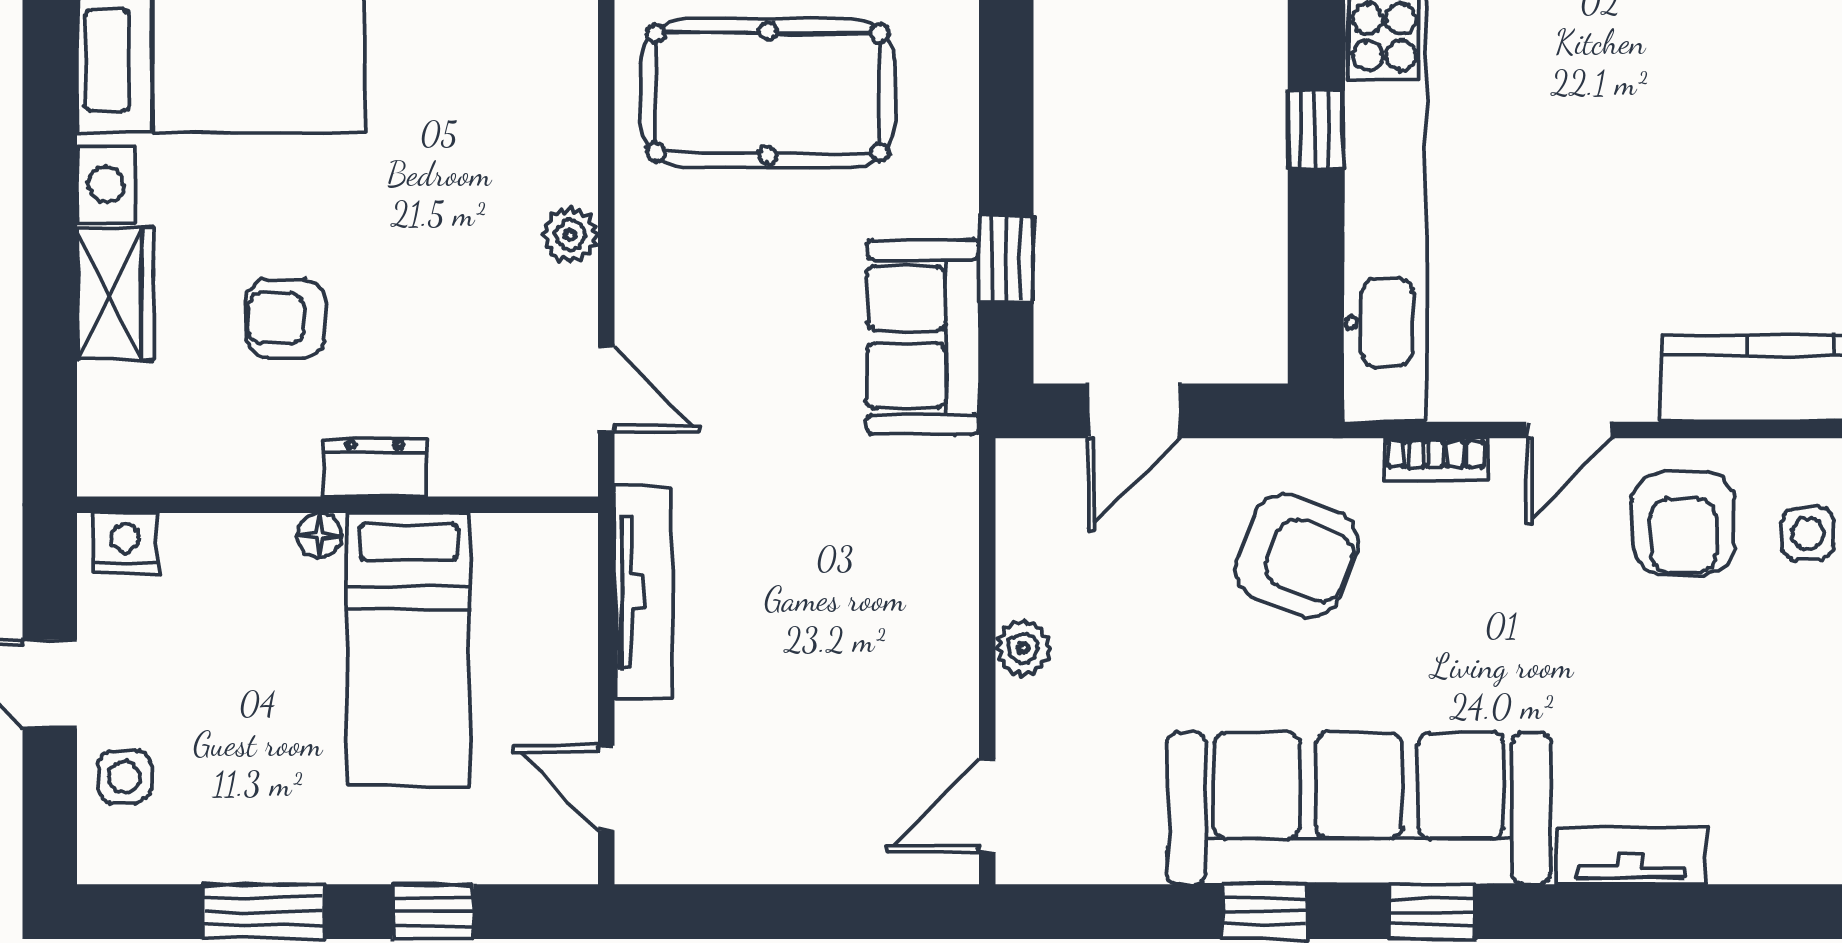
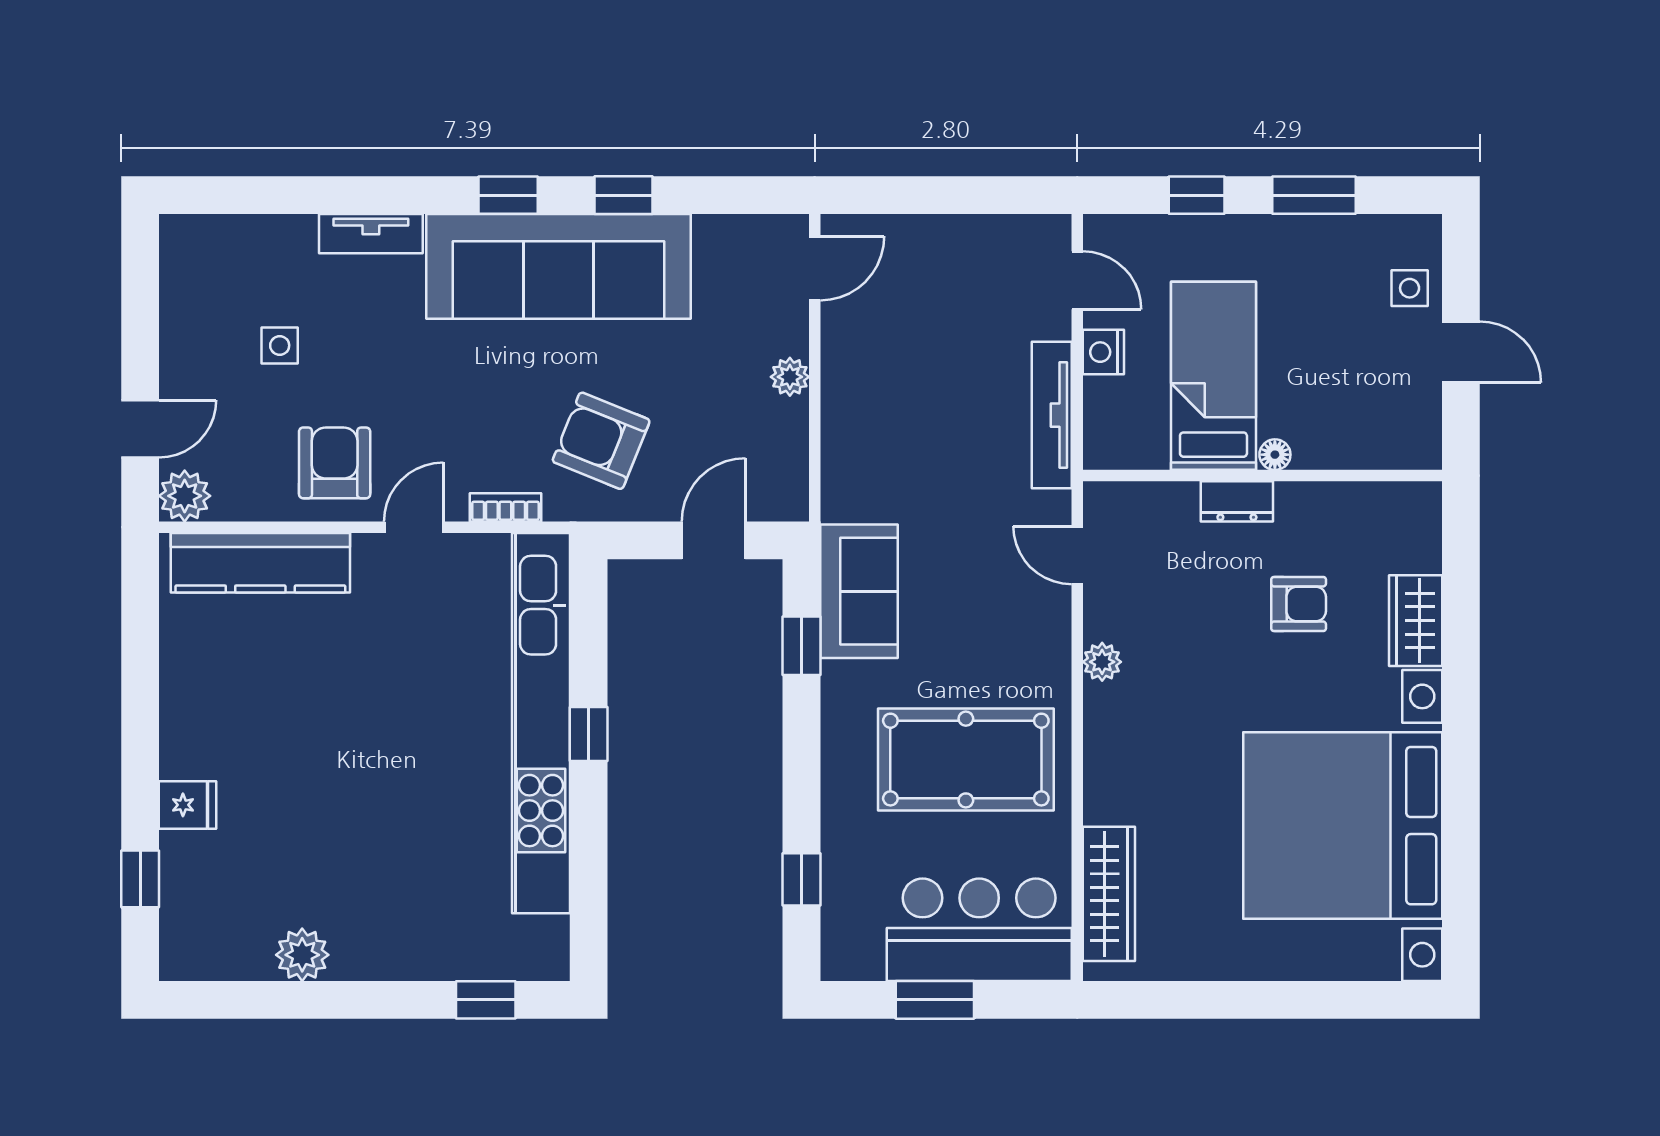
side table: (1808, 533) -> (280, 345), moved
nightstand: (125, 543) -> (1103, 352), moved, turned 90

